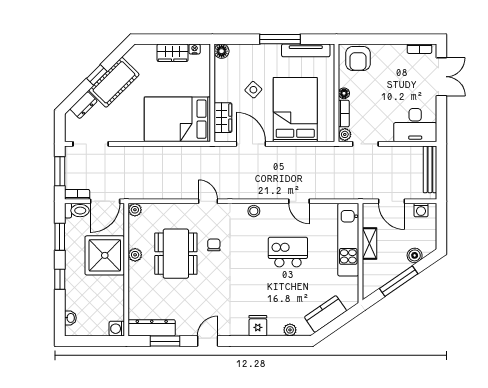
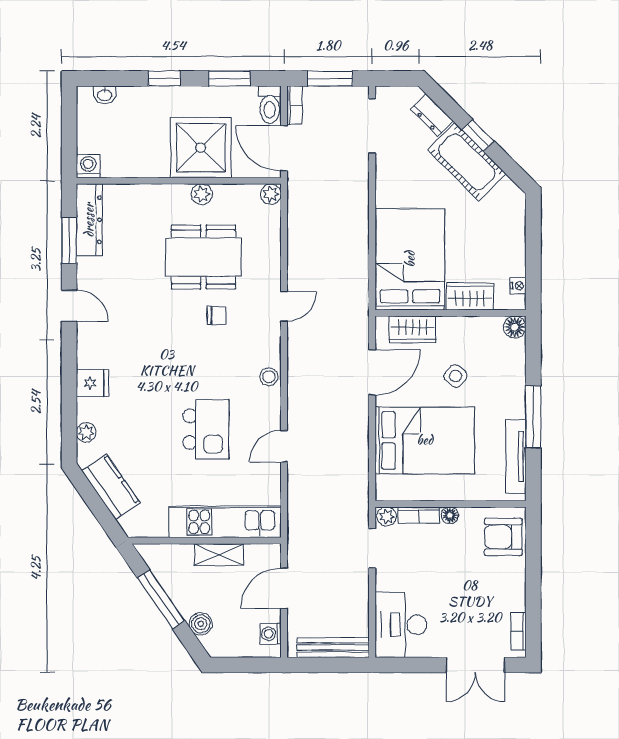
wardrobe: (173, 53) -> (470, 296), moved, turned 90

